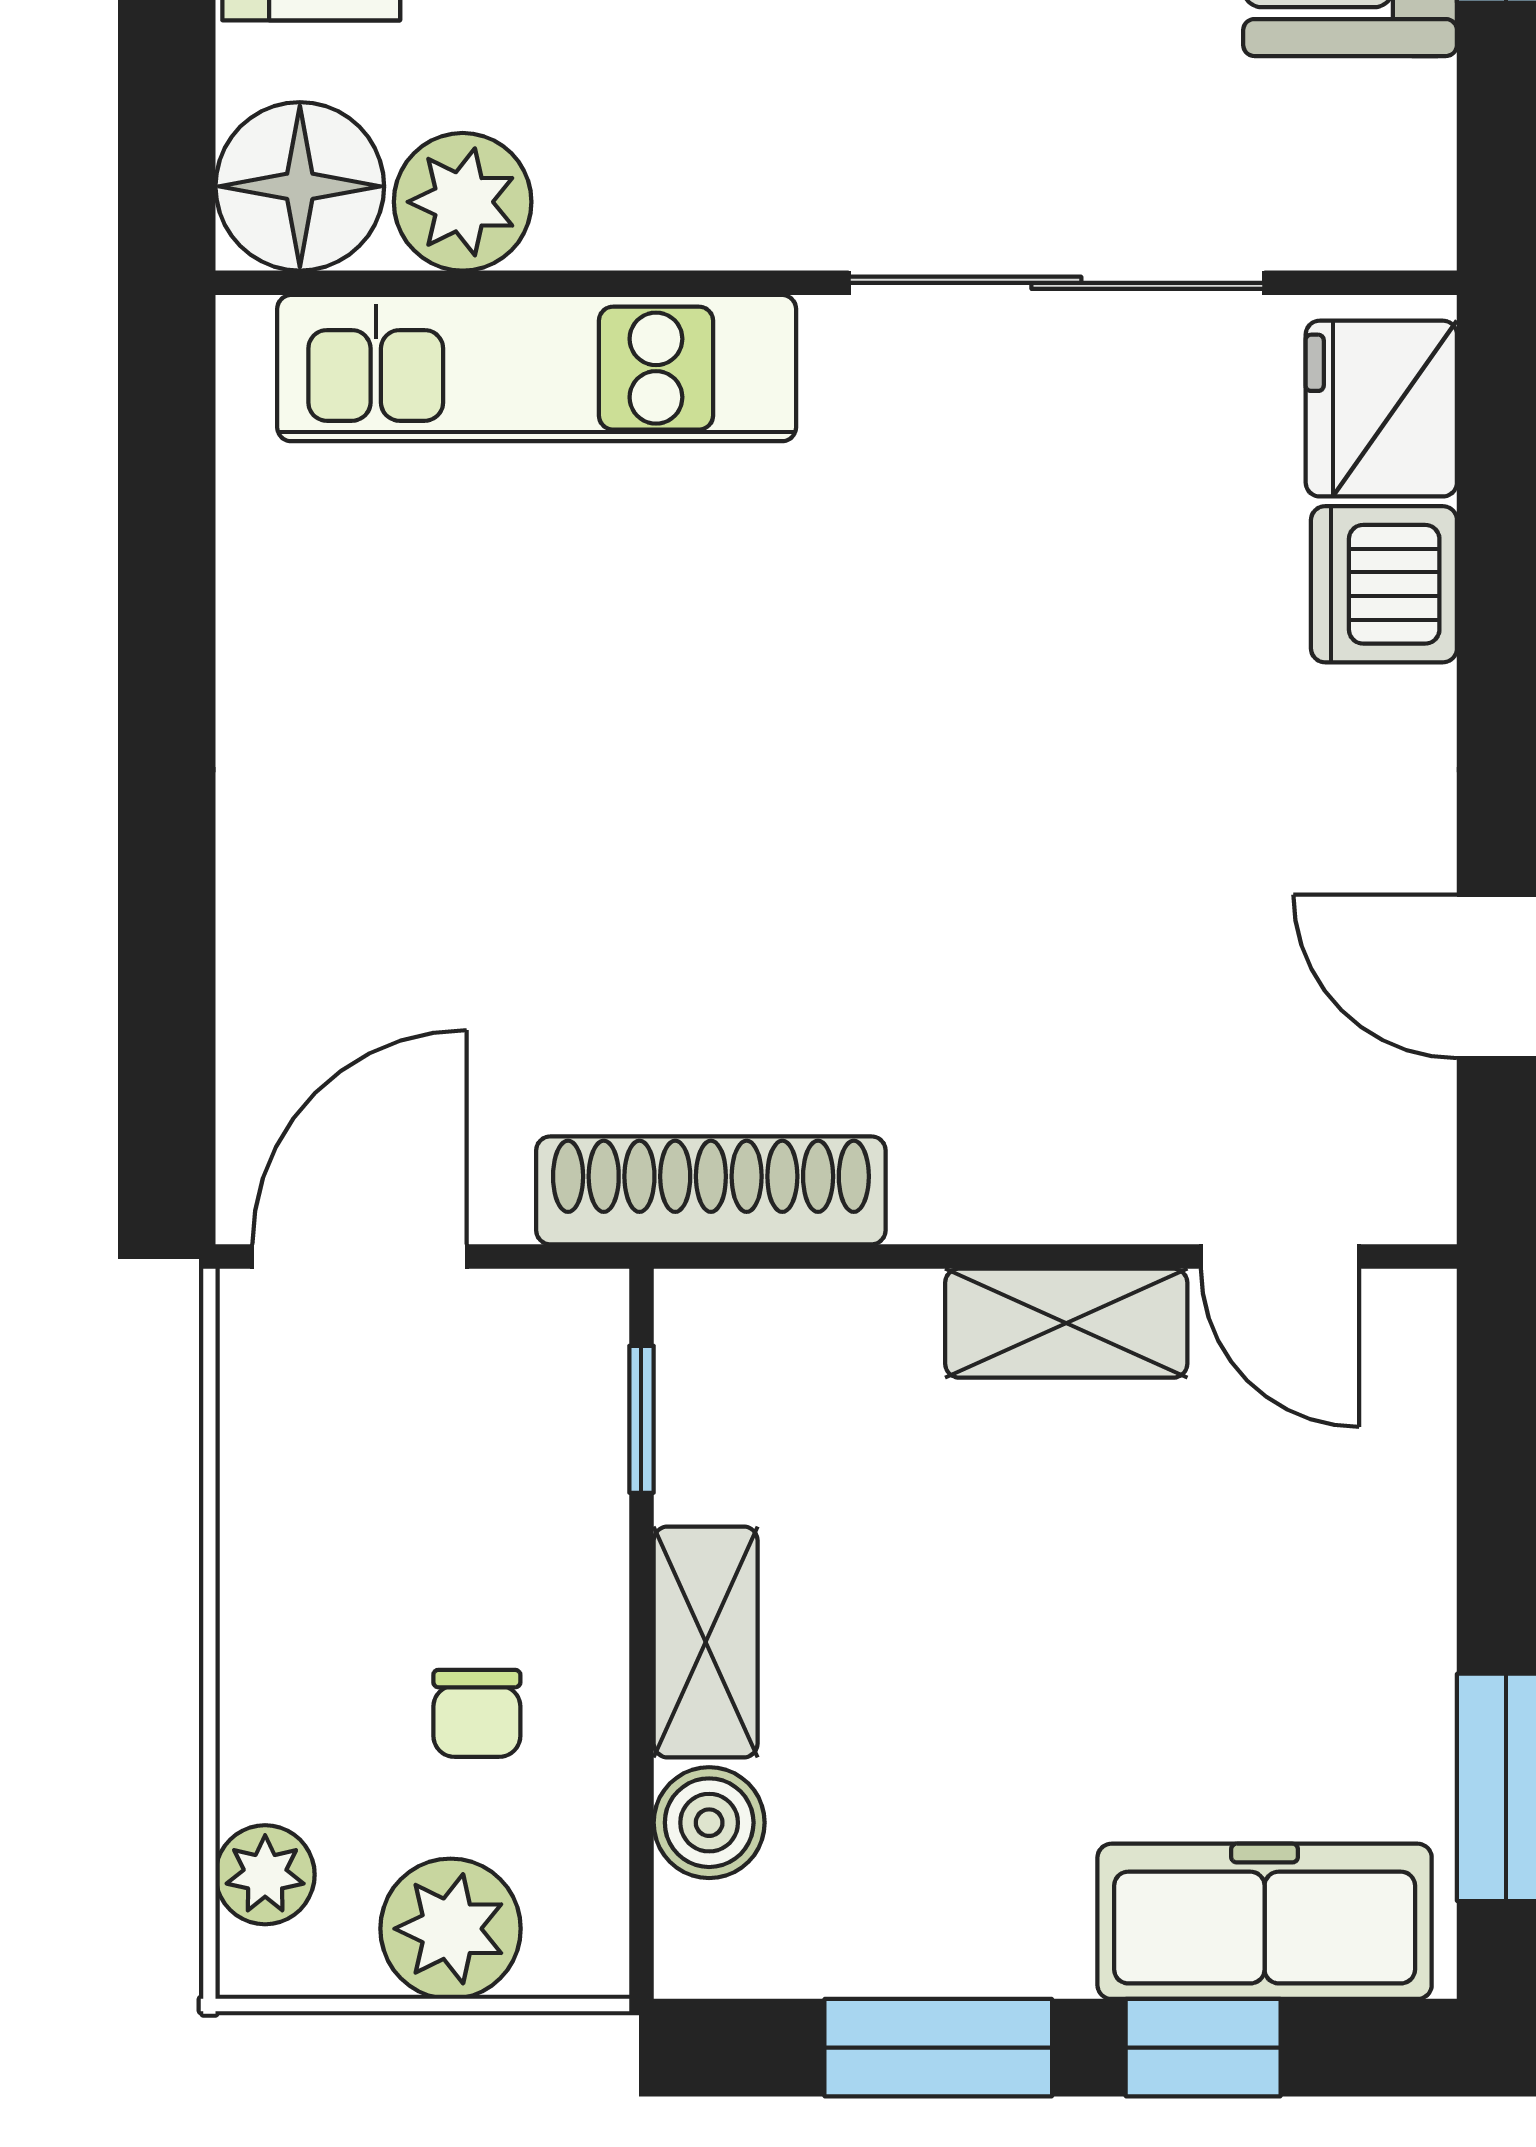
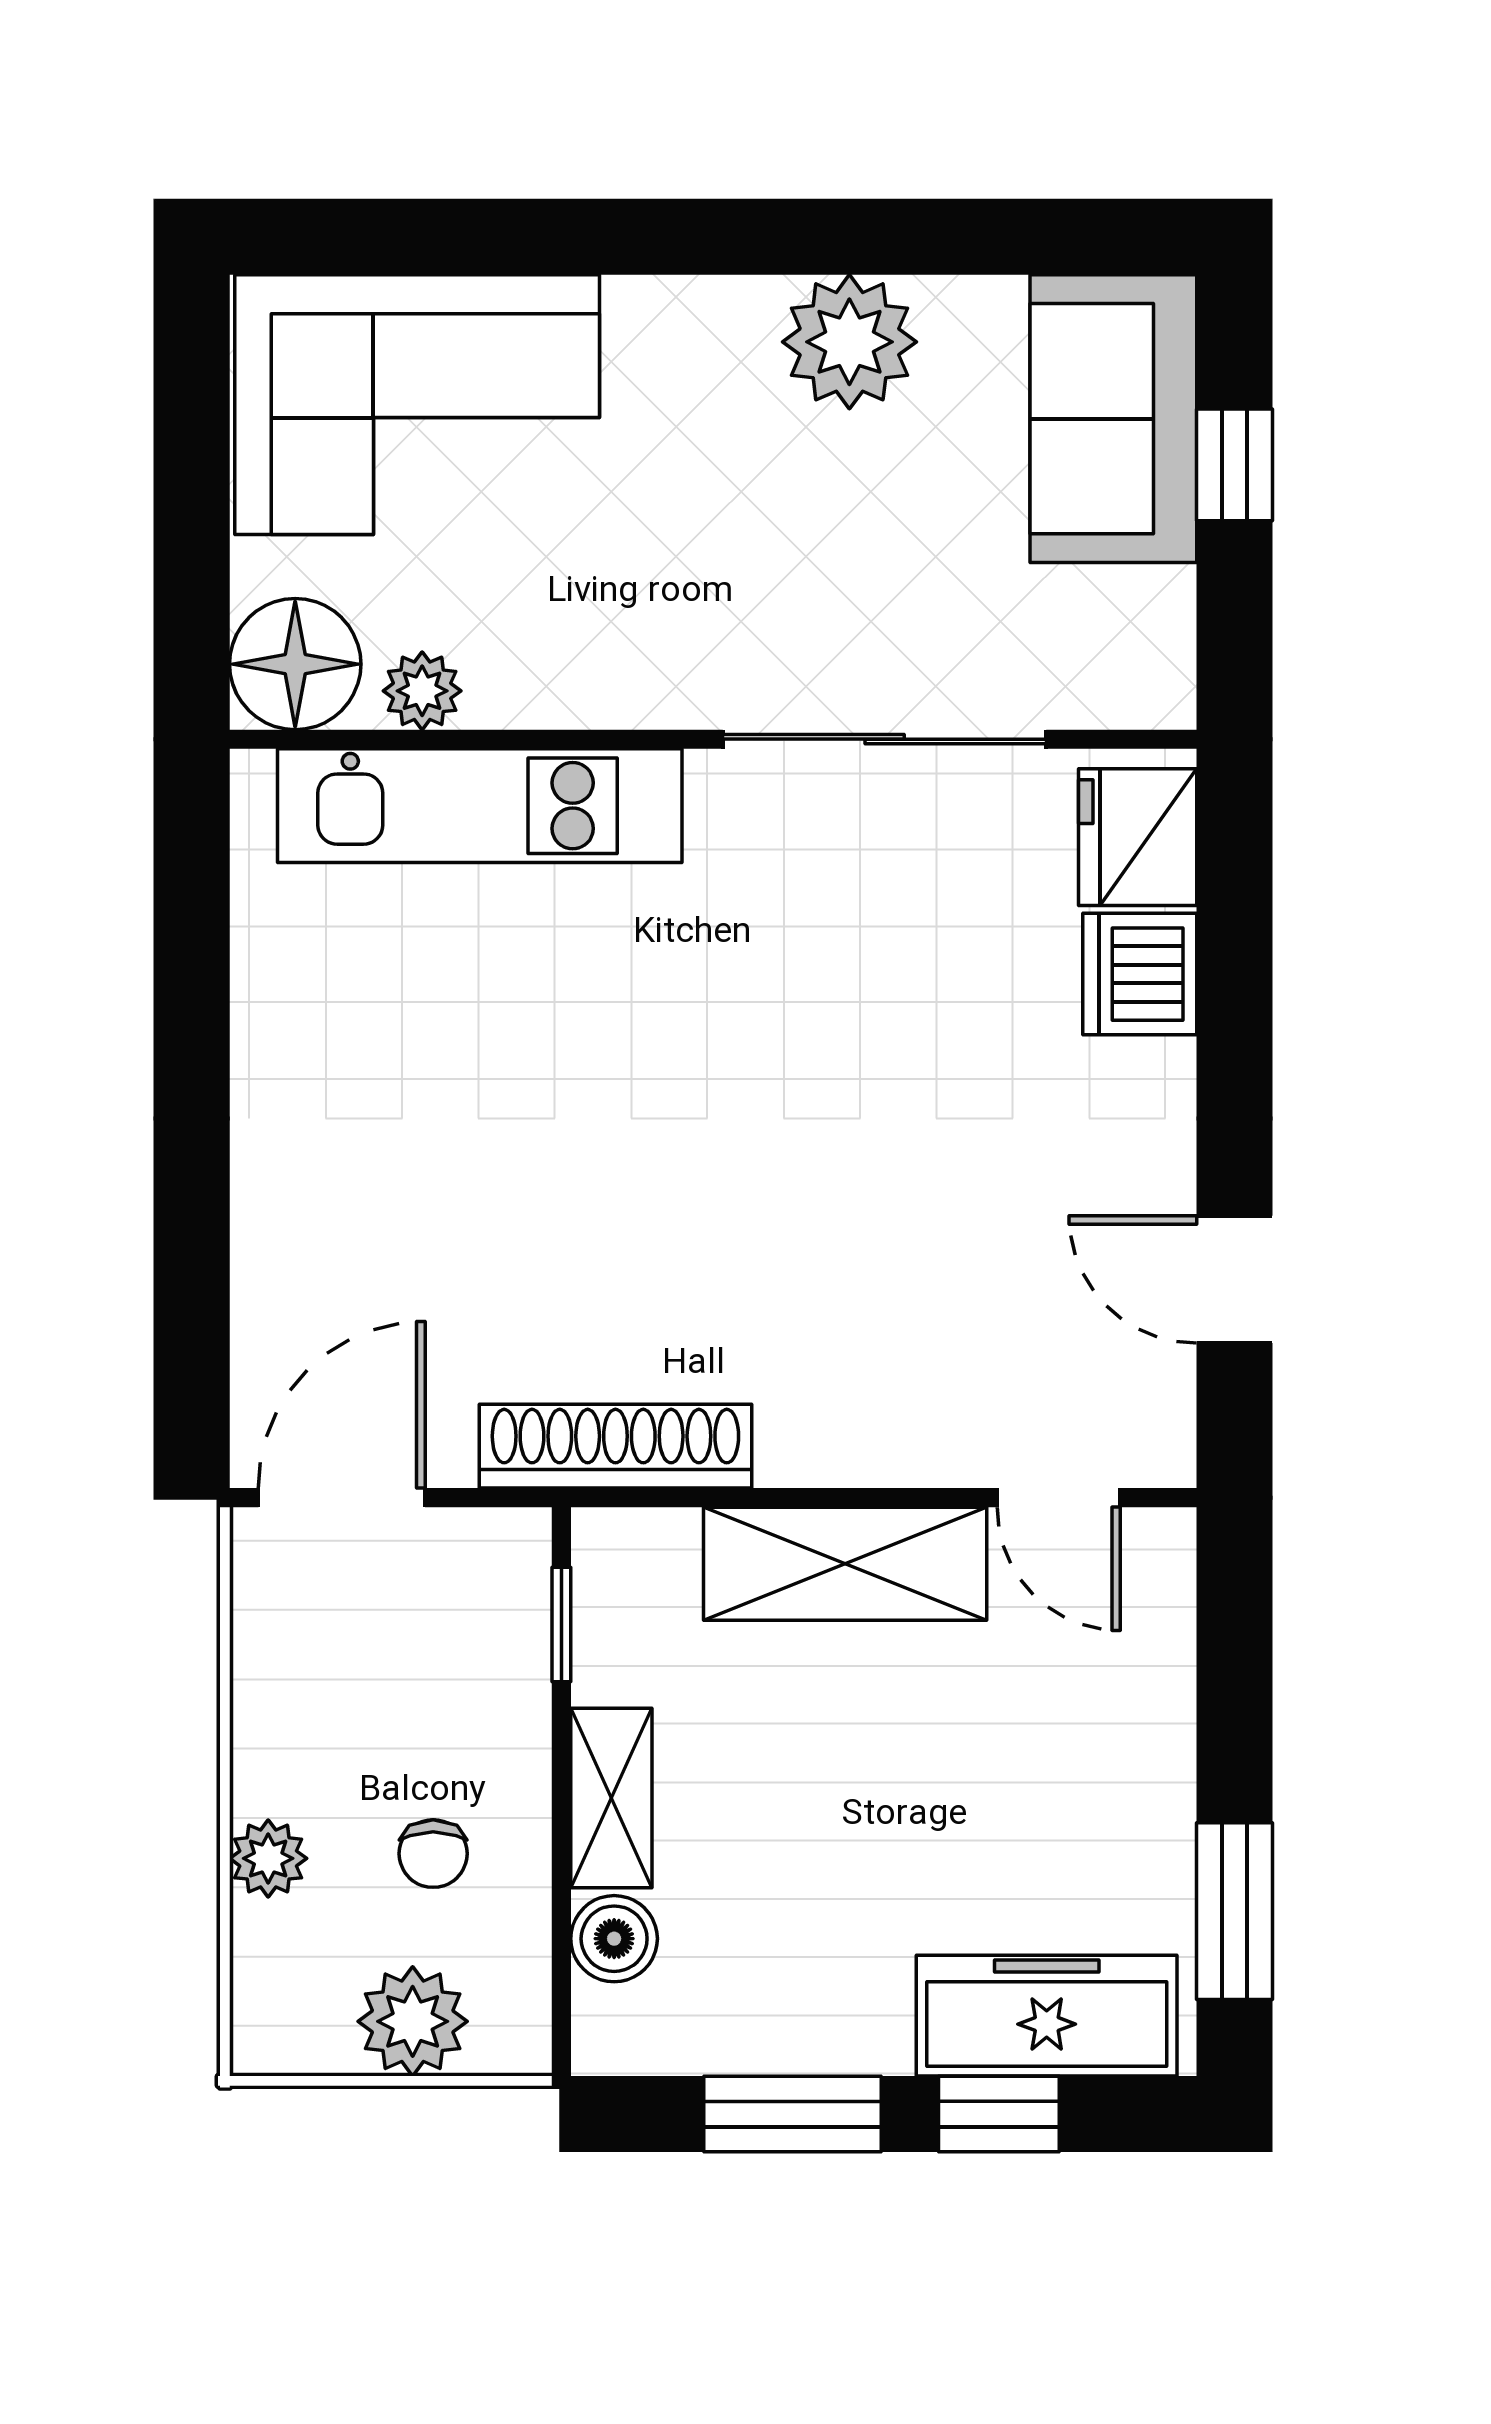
plant: (463, 202) -> (422, 691), width x0.73, depth x0.73
shelving: (1066, 1323) -> (845, 1564), width x1.50, depth x1.33
plant: (265, 1875) -> (268, 1858), moved

